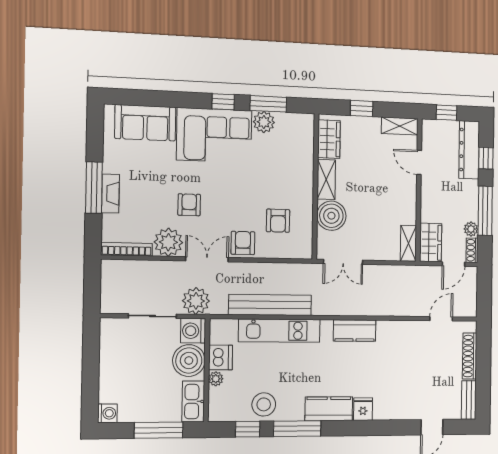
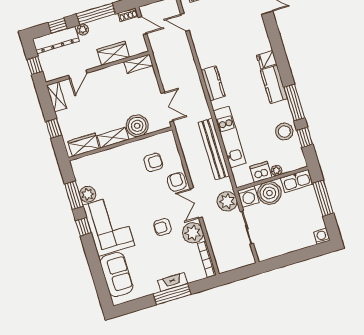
plant: (471, 229) -> (83, 30), moved
armchair: (243, 243) -> (177, 182), turned 90
wardrobe: (431, 243) -> (113, 53), moved

